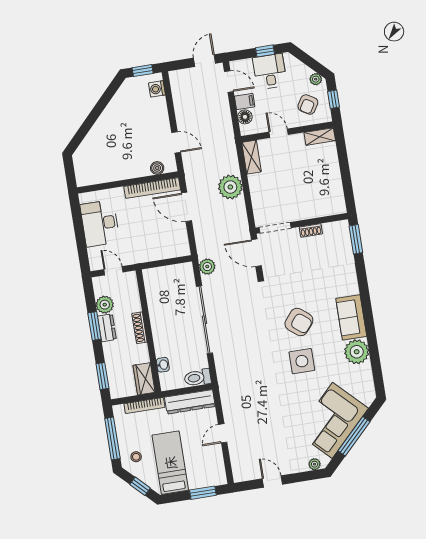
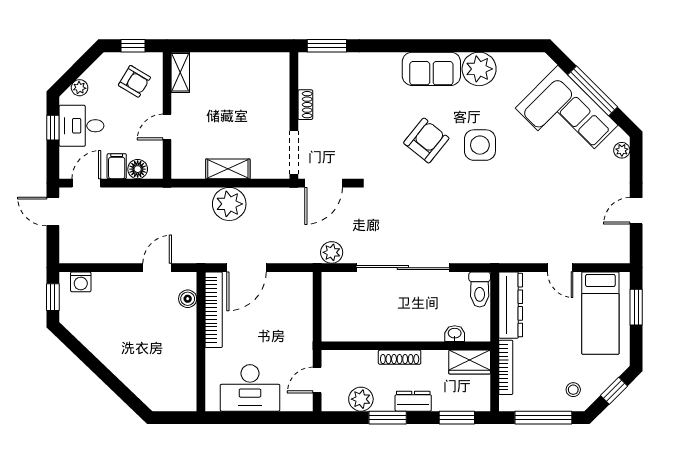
plant: (316, 79) -> (80, 88), moved
shelving: (252, 157) -> (228, 169), moved
dresser: (107, 328) -> (413, 401), moved
bed: (170, 463) -> (600, 313), moved, turned -90

